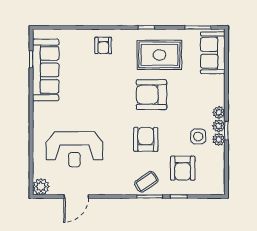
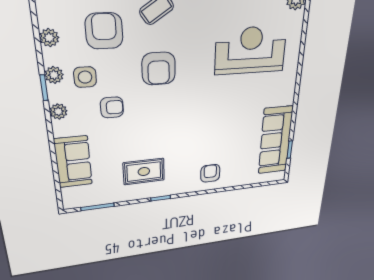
sofa: (213, 53) -> (73, 162), moved
rug: (159, 55) -> (144, 172), width x0.73, depth x0.70
armchair: (151, 95) -> (112, 107), moved, width x0.53, depth x0.53
plant: (219, 126) -> (49, 38), moved

